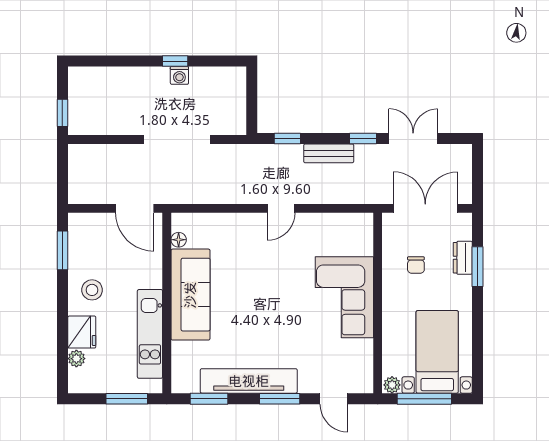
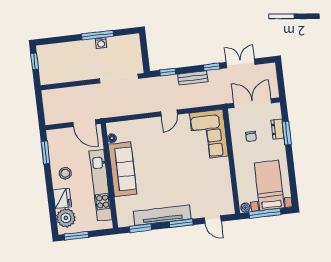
window: (175, 61) -> (98, 35), width x2.17
window: (62, 113) -> (35, 61), moved
doorway: (177, 140) -> (119, 79), moved
corner sofa: (344, 297) -> (209, 135), moved
kitchen unit: (150, 334) -> (101, 185), width x1.36
plant: (76, 359) -> (66, 218), width x1.88, depth x1.88
window: (127, 399) -> (76, 236), moved

